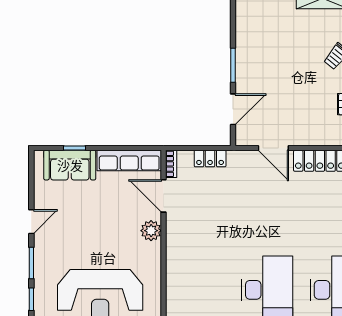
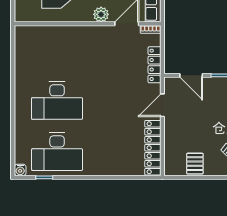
locker: (210, 159) -> (154, 65), width x1.53

